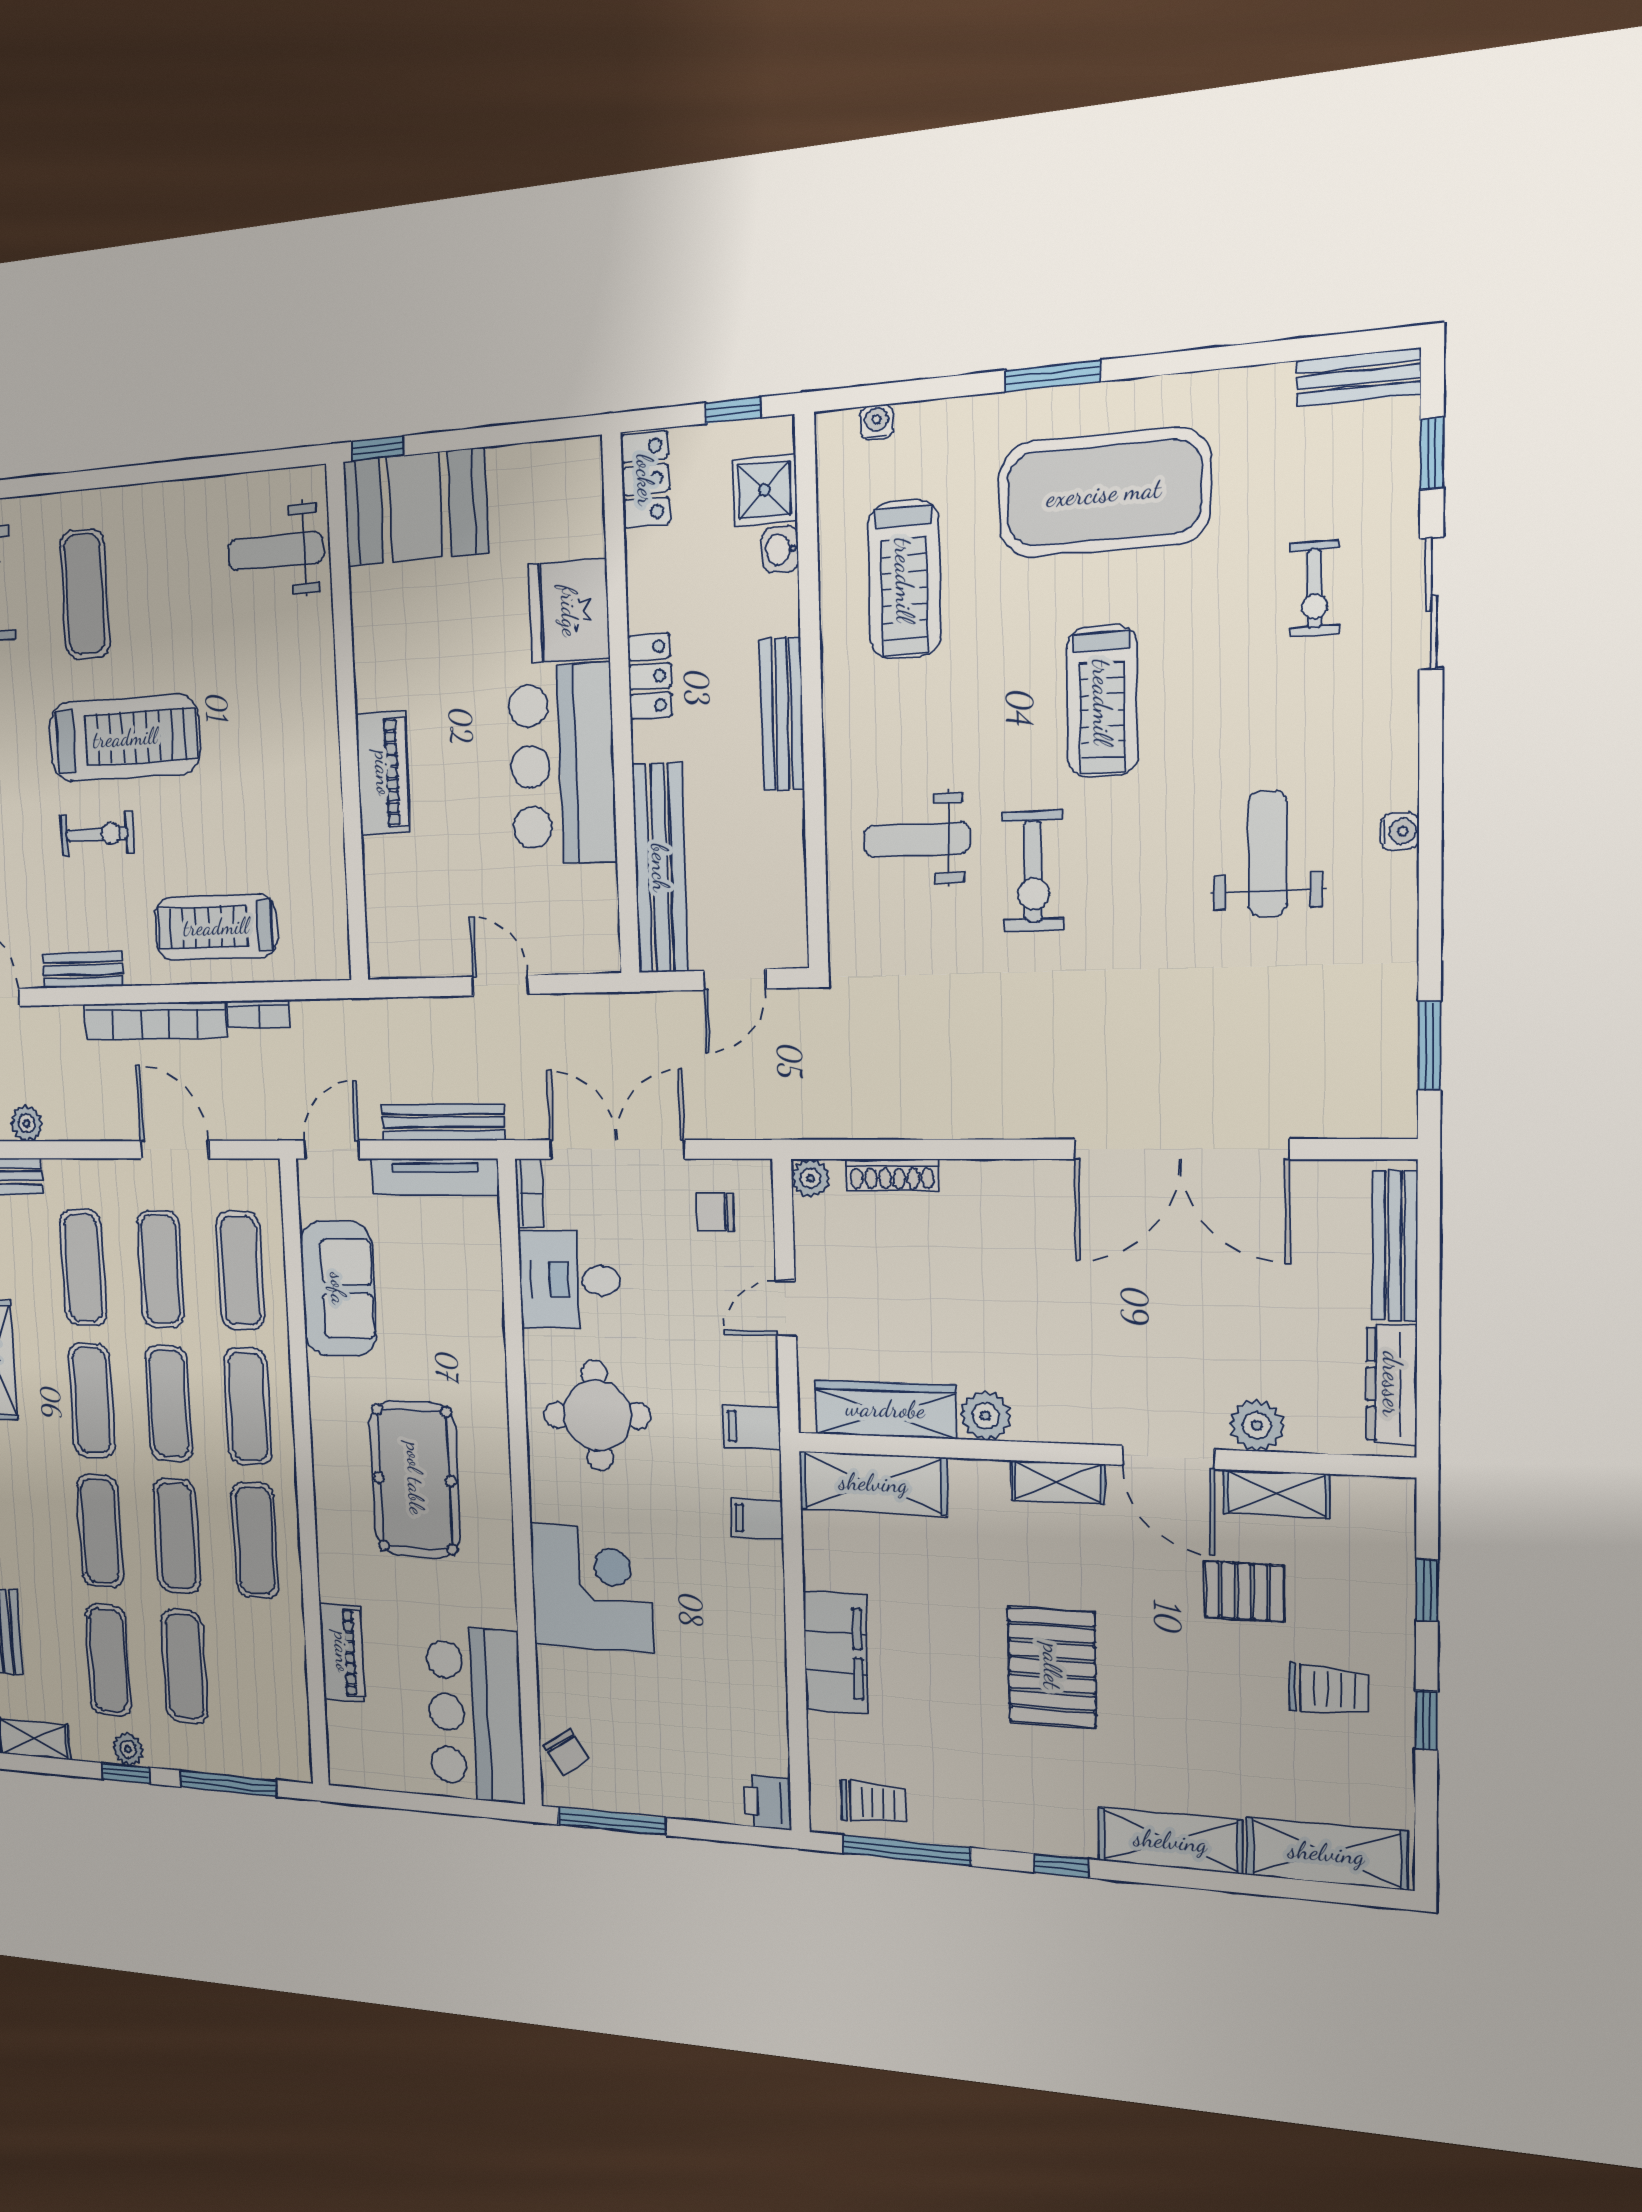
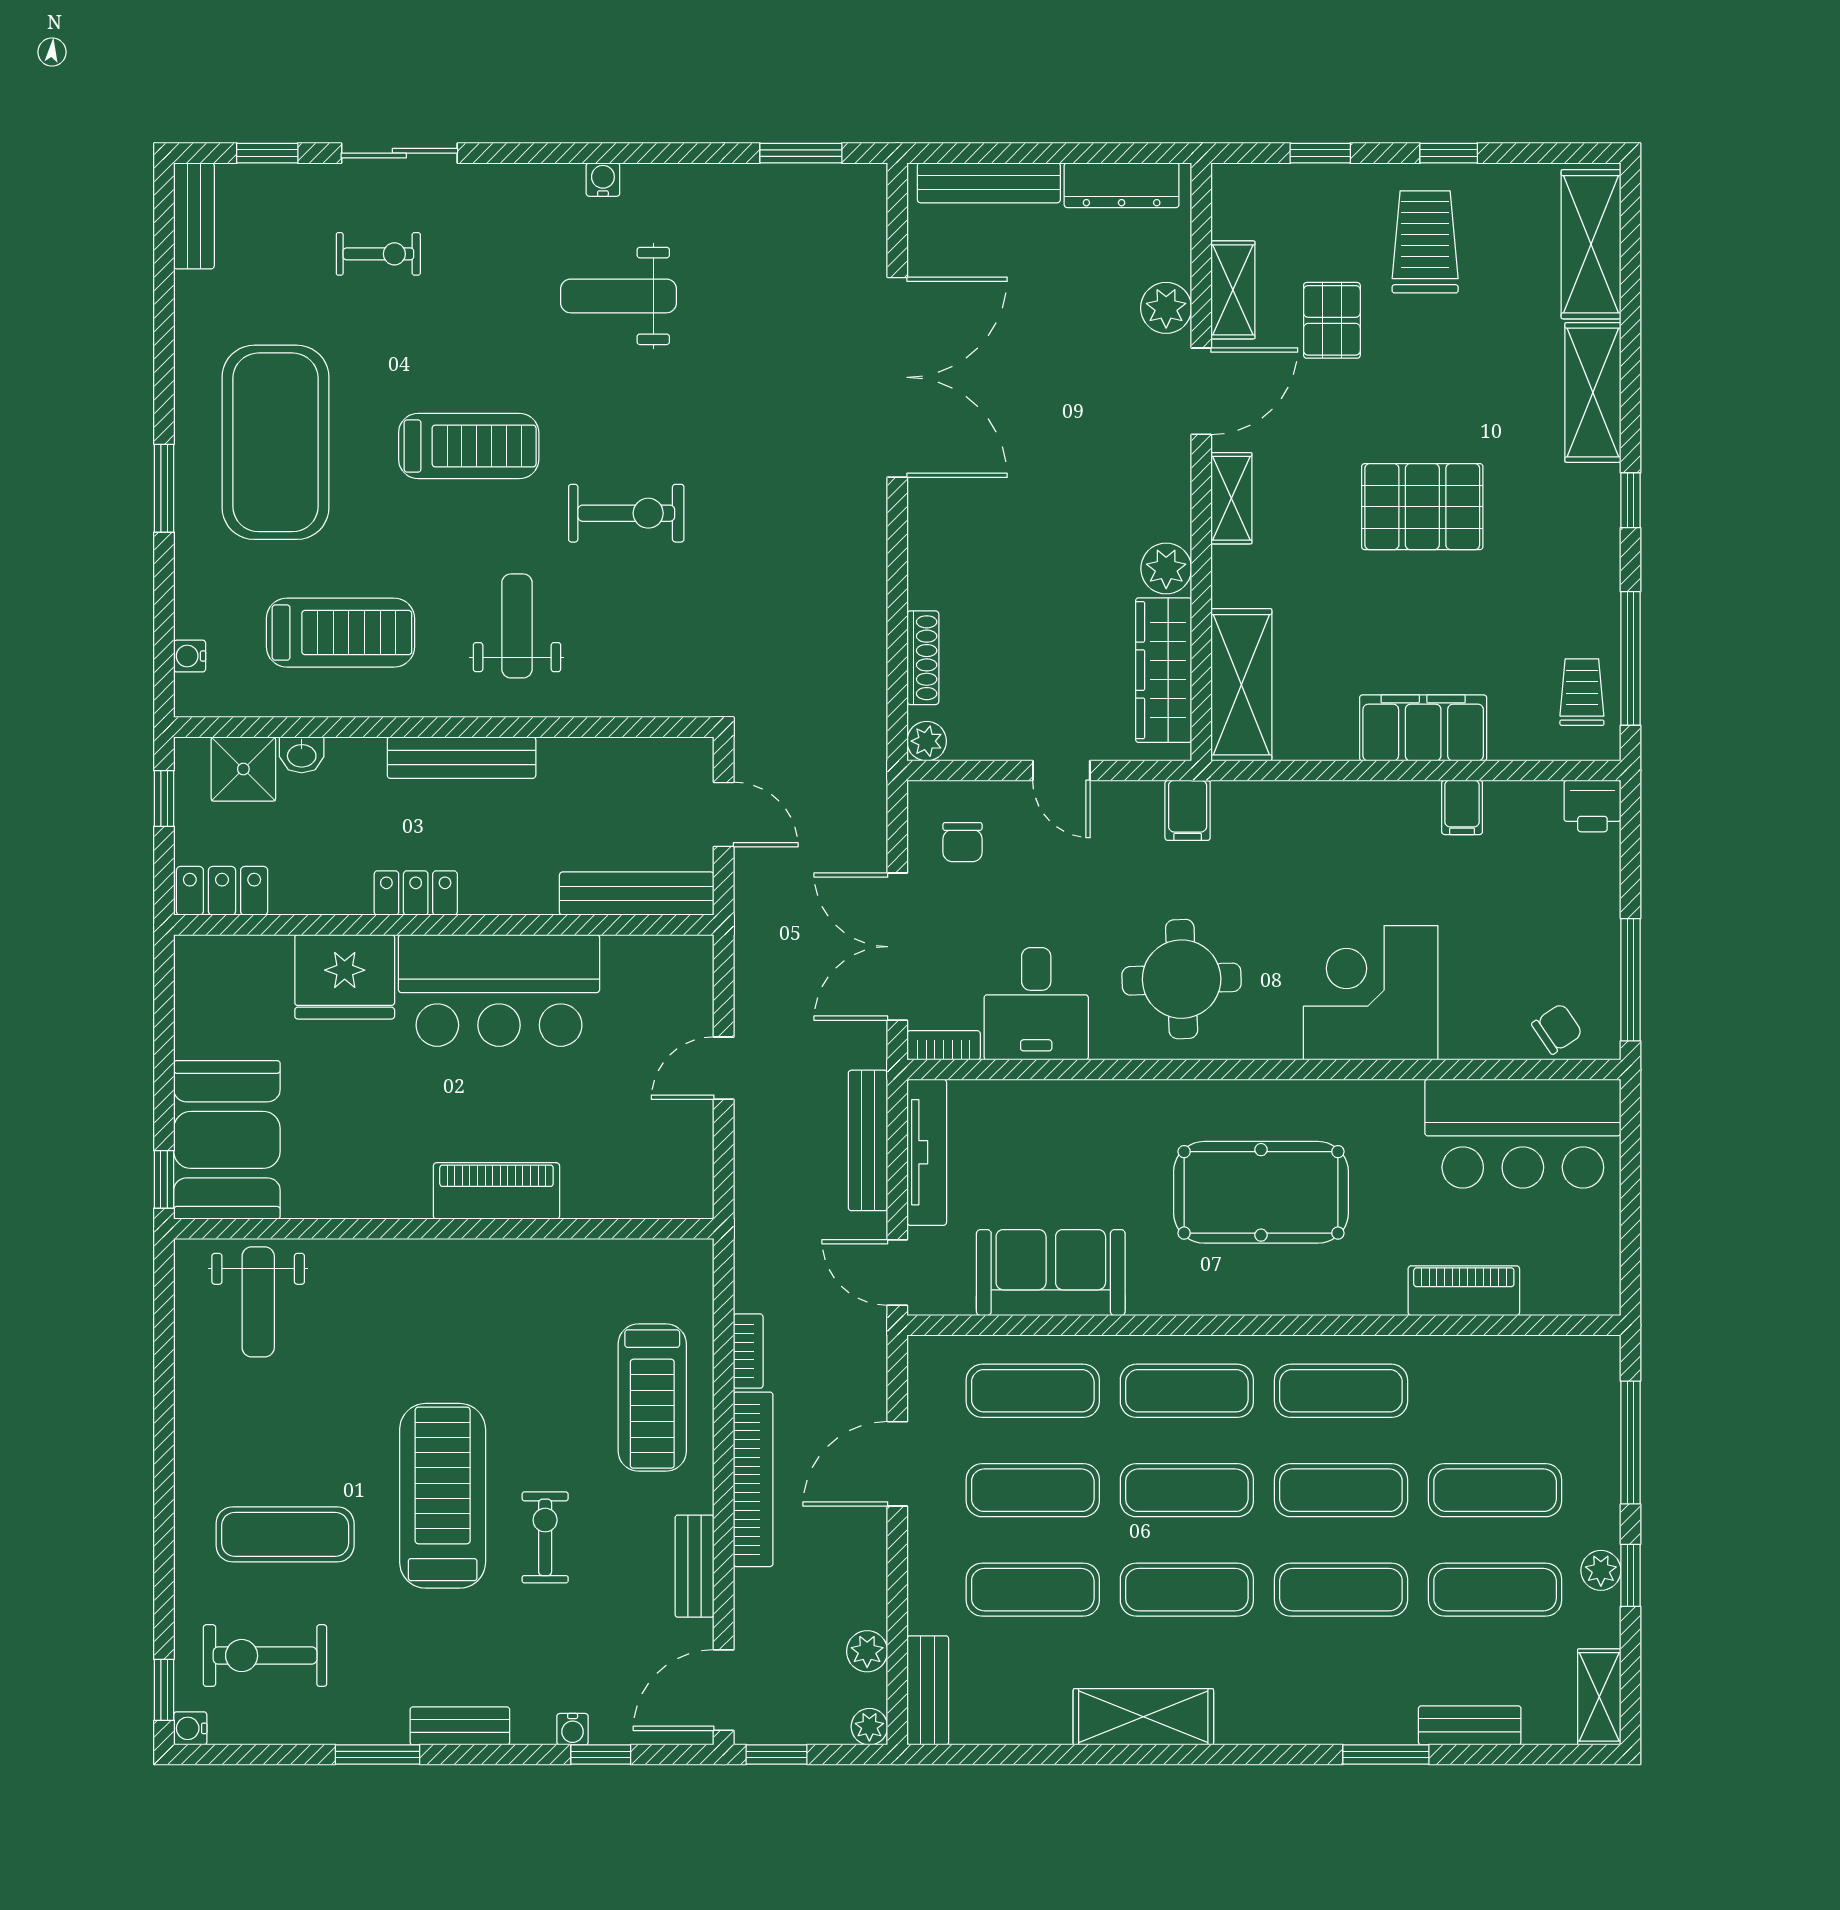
weight bench: (917, 839) -> (517, 626), moved, turned 180
bench: (660, 868) -> (637, 894), width x0.73, depth x0.82
filing cabinet: (757, 1519) -> (1462, 807), moved
trolley: (1329, 1690) -> (1425, 242), width x1.36, depth x1.39

